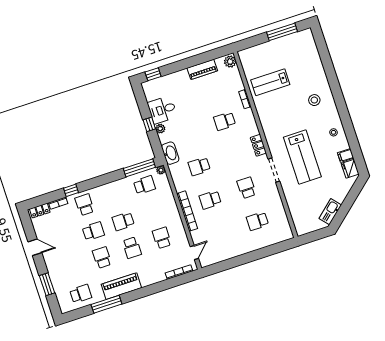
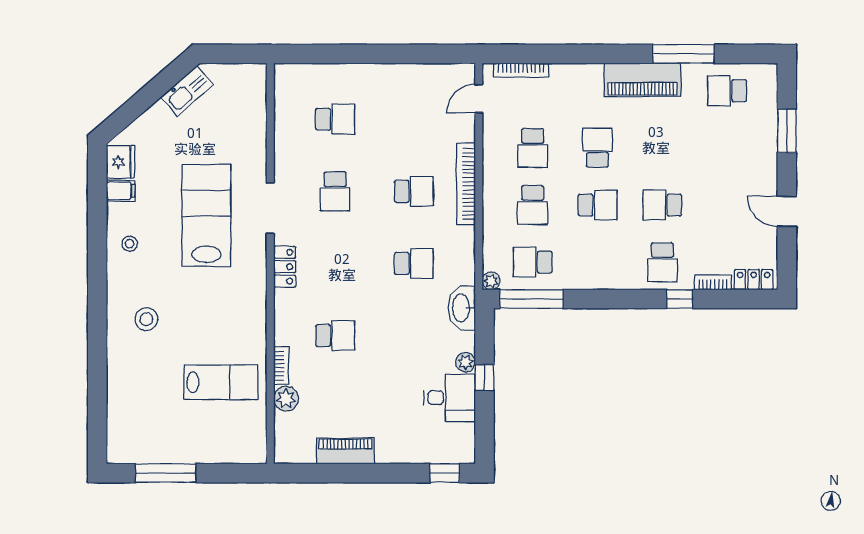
plant: (230, 62) -> (286, 399), moved
school desk: (102, 258) -> (533, 205), moved

